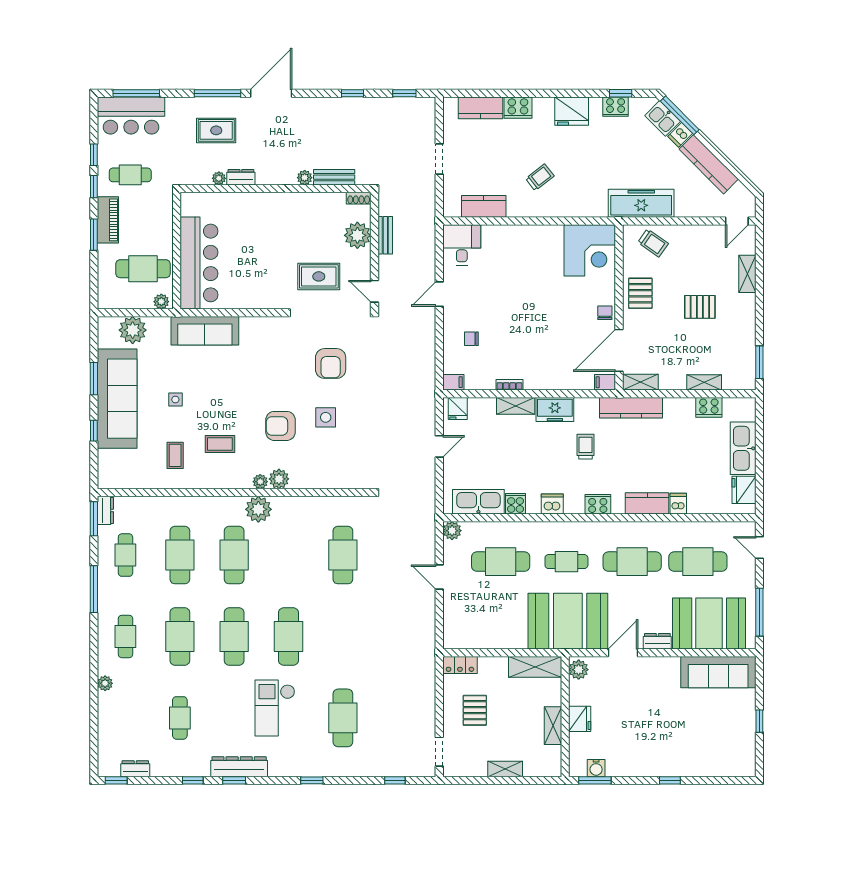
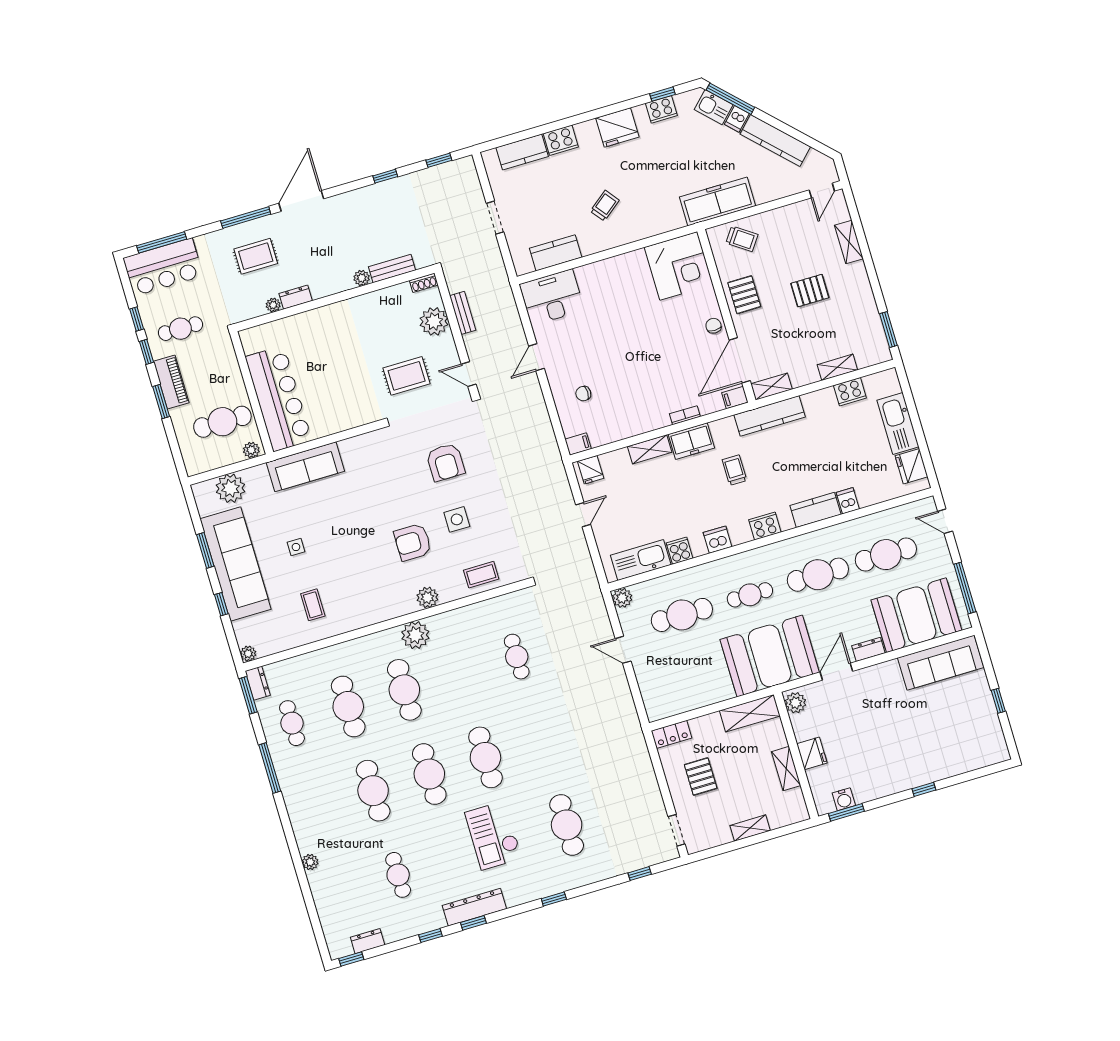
desk: (462, 245) -> (552, 297), width x1.37
bookcase: (509, 385) -> (685, 415), moved
coffee table: (220, 444) -> (481, 575), moved
plant: (260, 482) -> (248, 654), moved
cafe table: (343, 555) -> (517, 657), width x0.73, depth x0.74
cafe table: (125, 636) -> (317, 807), removed

